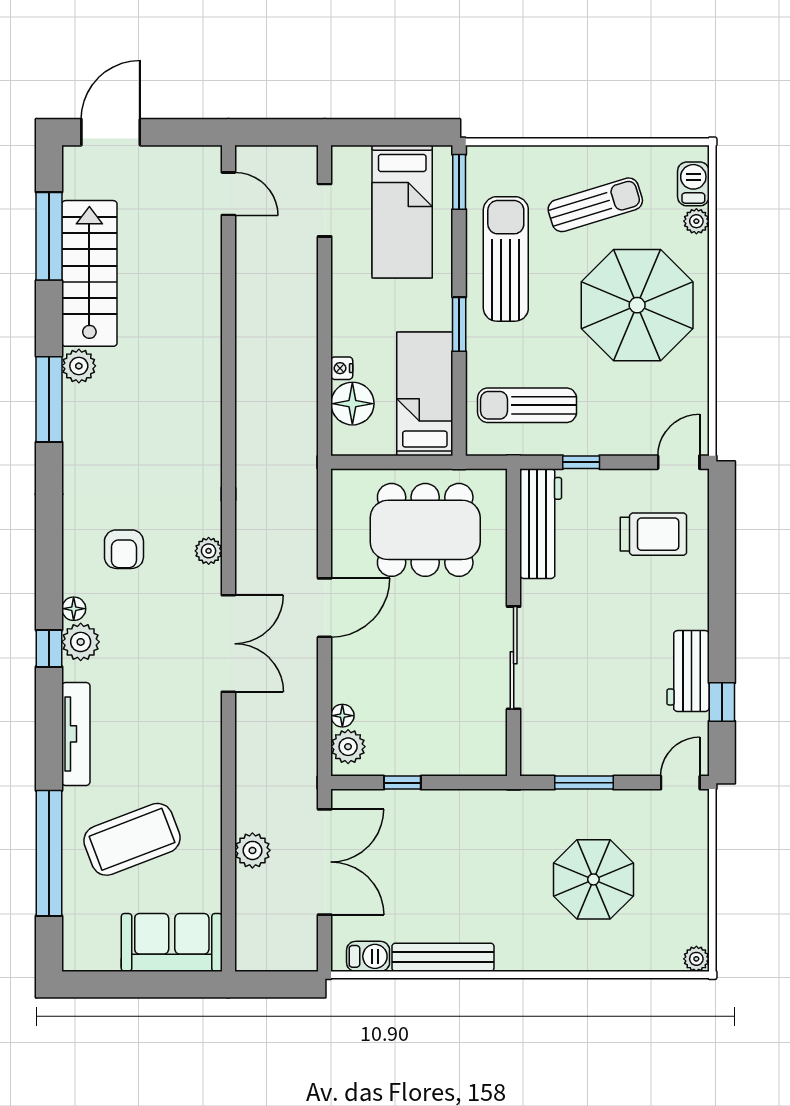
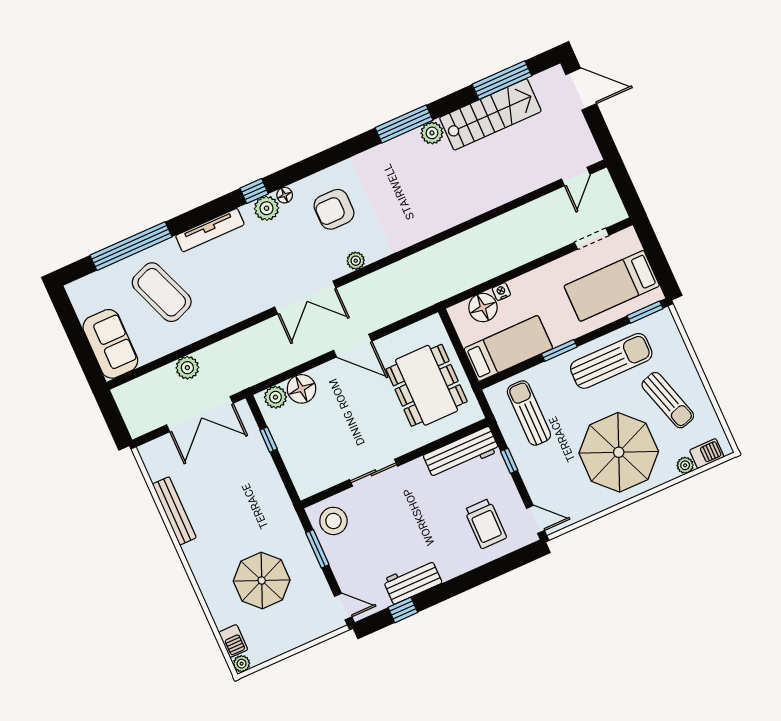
armchair: (124, 549) -> (334, 209), width x1.38, depth x1.38
sliding door: (514, 658) -> (373, 473), width x0.73
floor lamp: (342, 716) -> (302, 389), width x1.89, depth x1.89
stool: (555, 743) -> (333, 521), added
barbecue: (368, 956) -> (233, 641), moved

